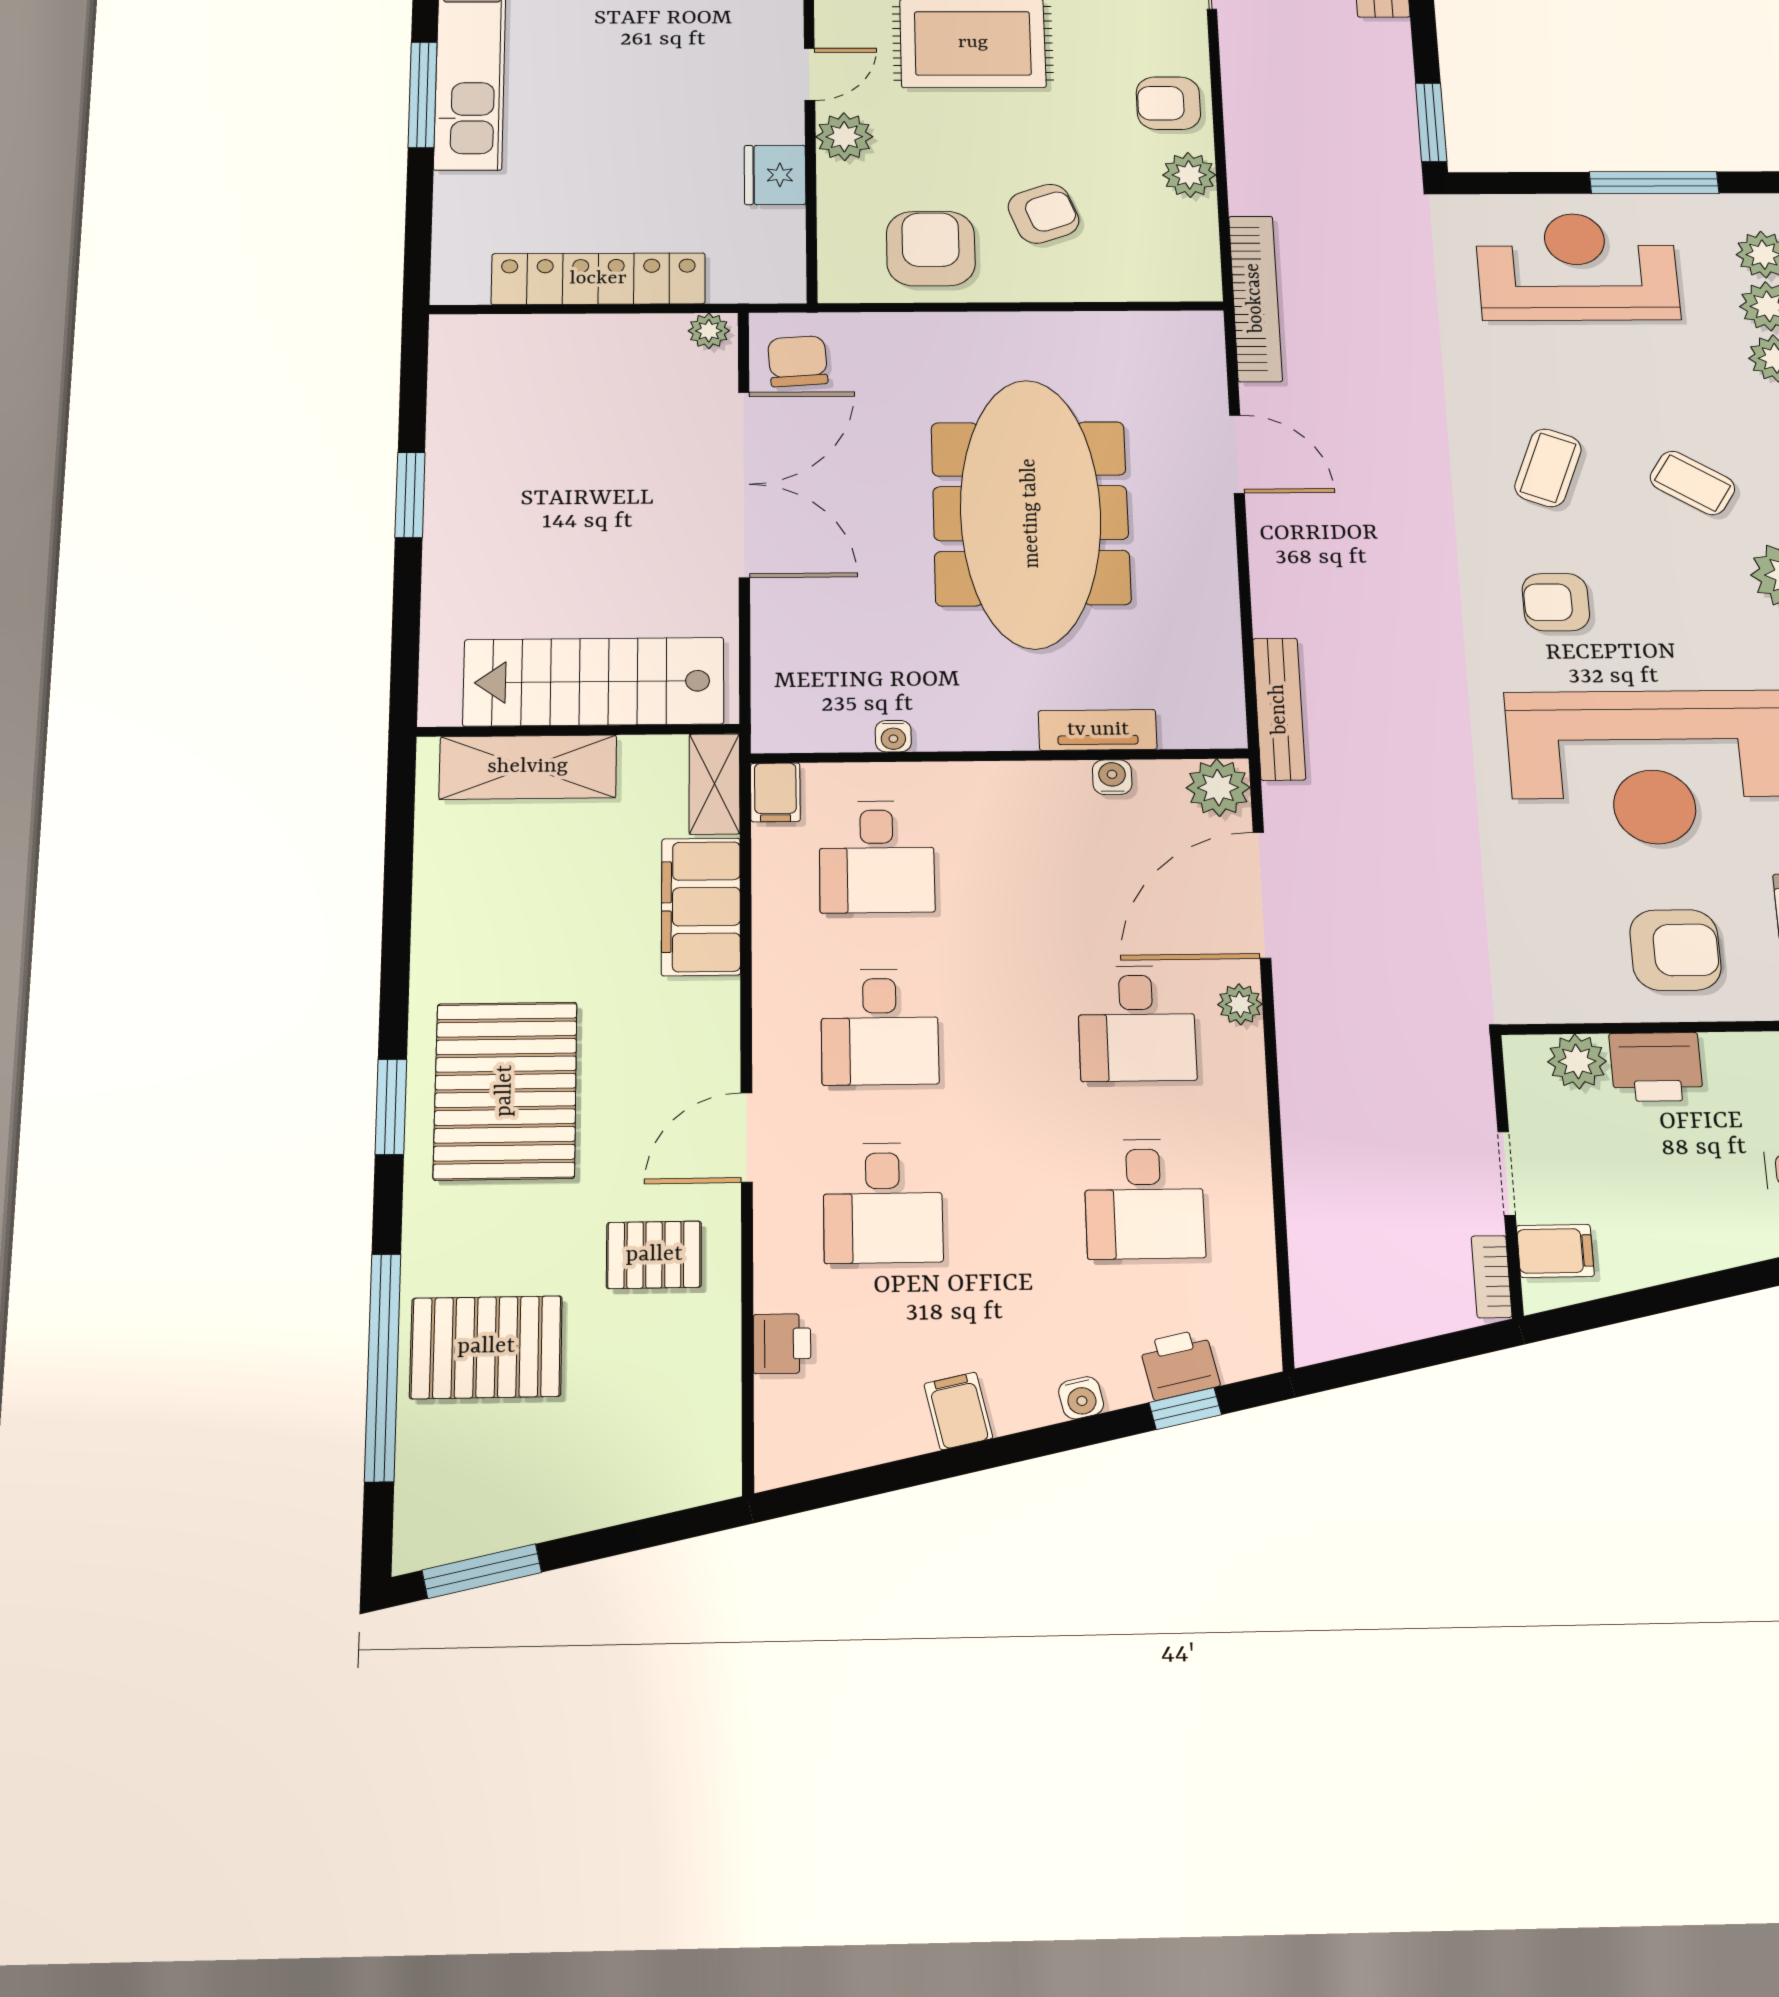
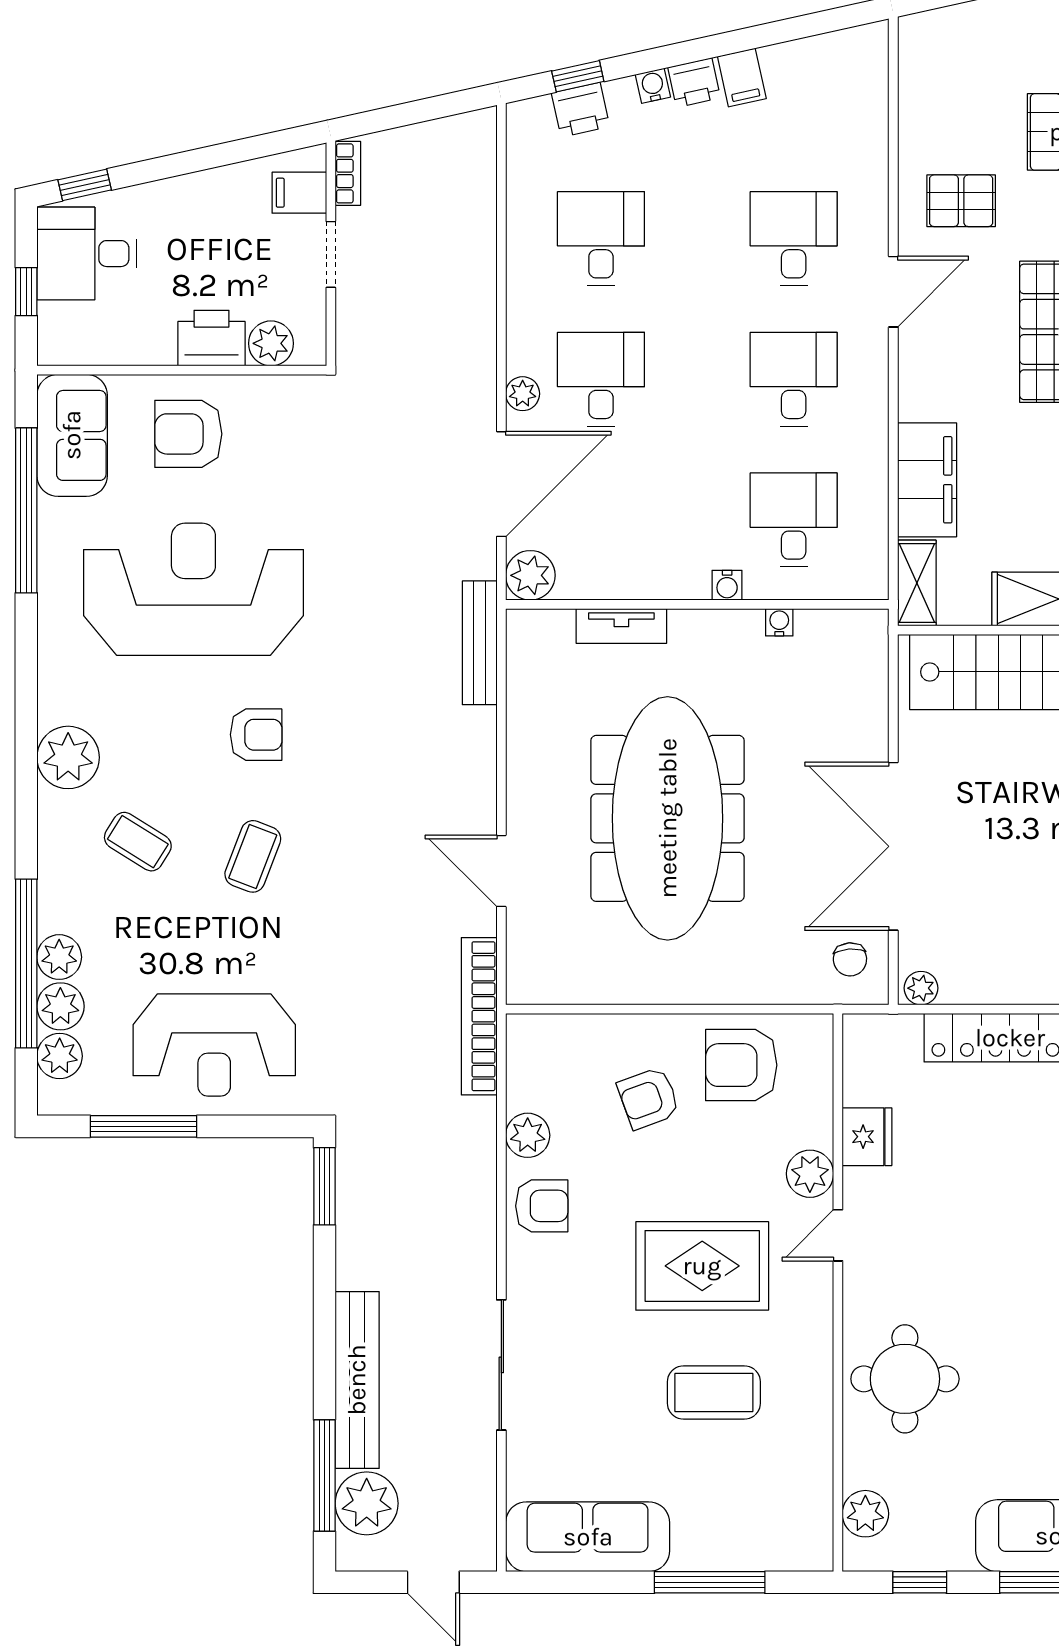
armchair: (931, 249) -> (741, 1065), turned 90
chair: (798, 361) -> (850, 959), width x0.73, depth x0.73
water cooler: (1112, 777) -> (727, 585), moved
filing cabinet: (775, 792) -> (870, 575), removed
printer: (782, 1344) -> (694, 83), moved, turned -102

